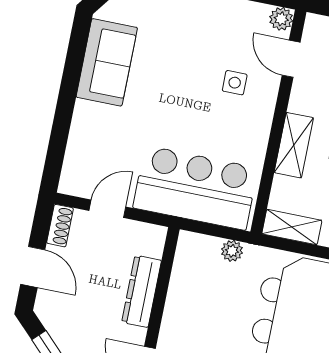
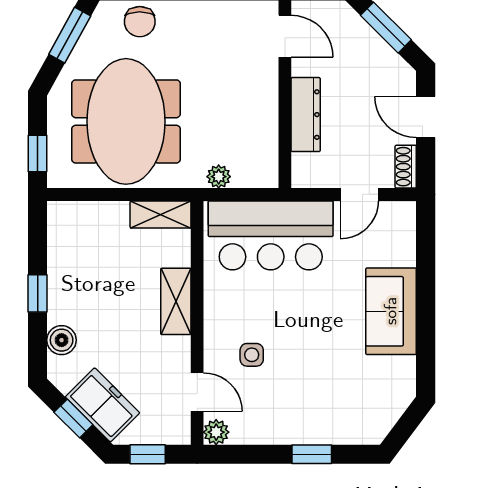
sofa: (107, 62) -> (391, 311), moved

